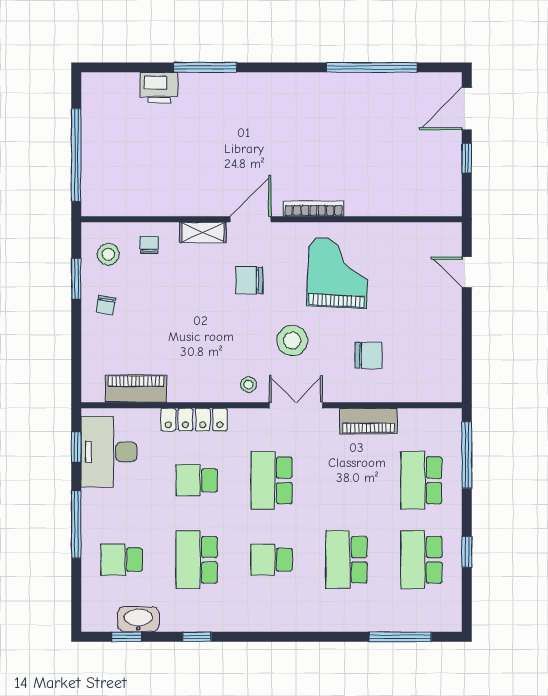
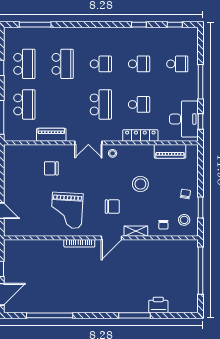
stool: (292, 340) -> (140, 184), moved
school desk: (197, 560) -> (139, 64), width x0.54
washbasin: (138, 619) -> (169, 34), removed

